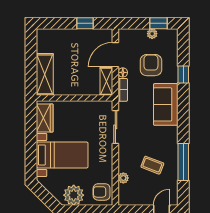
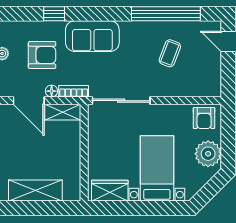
armchair: (151, 65) -> (42, 55), turned 180
shelving: (45, 74) -> (35, 191), moved
sliding door: (115, 127) -> (121, 101), width x1.37
window: (183, 162) -> (166, 14), width x1.46
plant: (123, 178) -> (186, 90), removed

